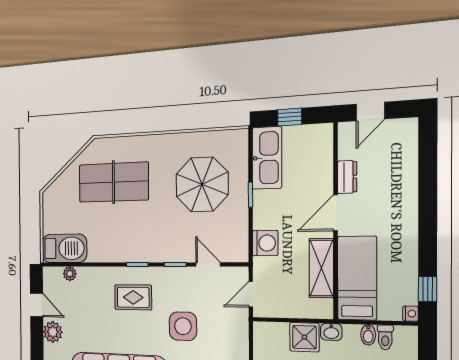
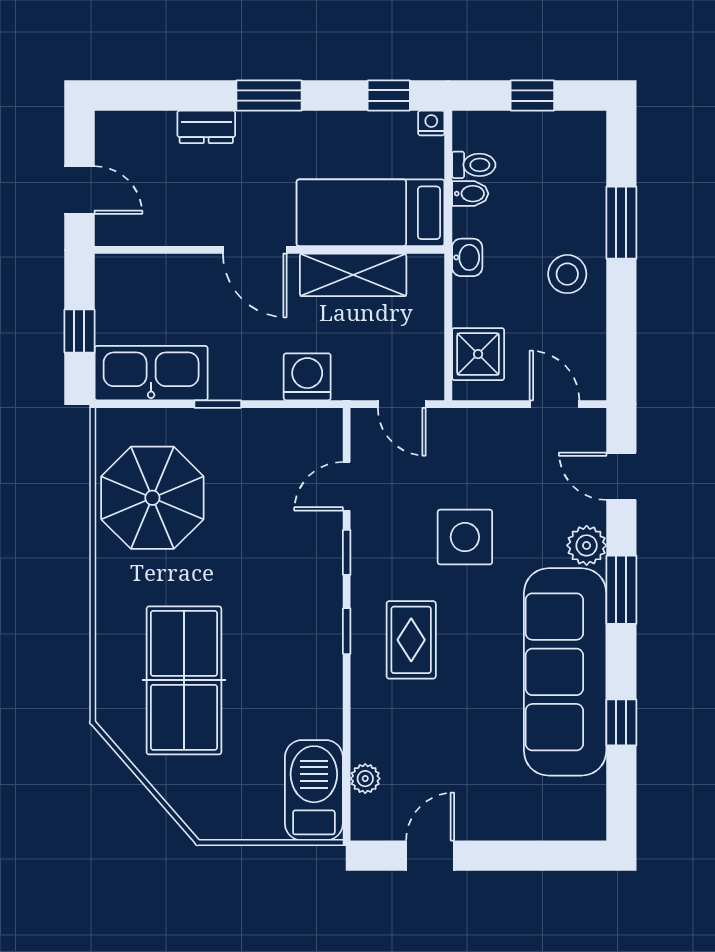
dresser: (347, 177) -> (206, 127), moved, turned 180
parasol: (202, 184) -> (152, 498), moved
window: (428, 219) -> (269, 95), added
plant: (53, 332) -> (485, 818), removed
shower: (304, 337) -> (478, 354), moved

